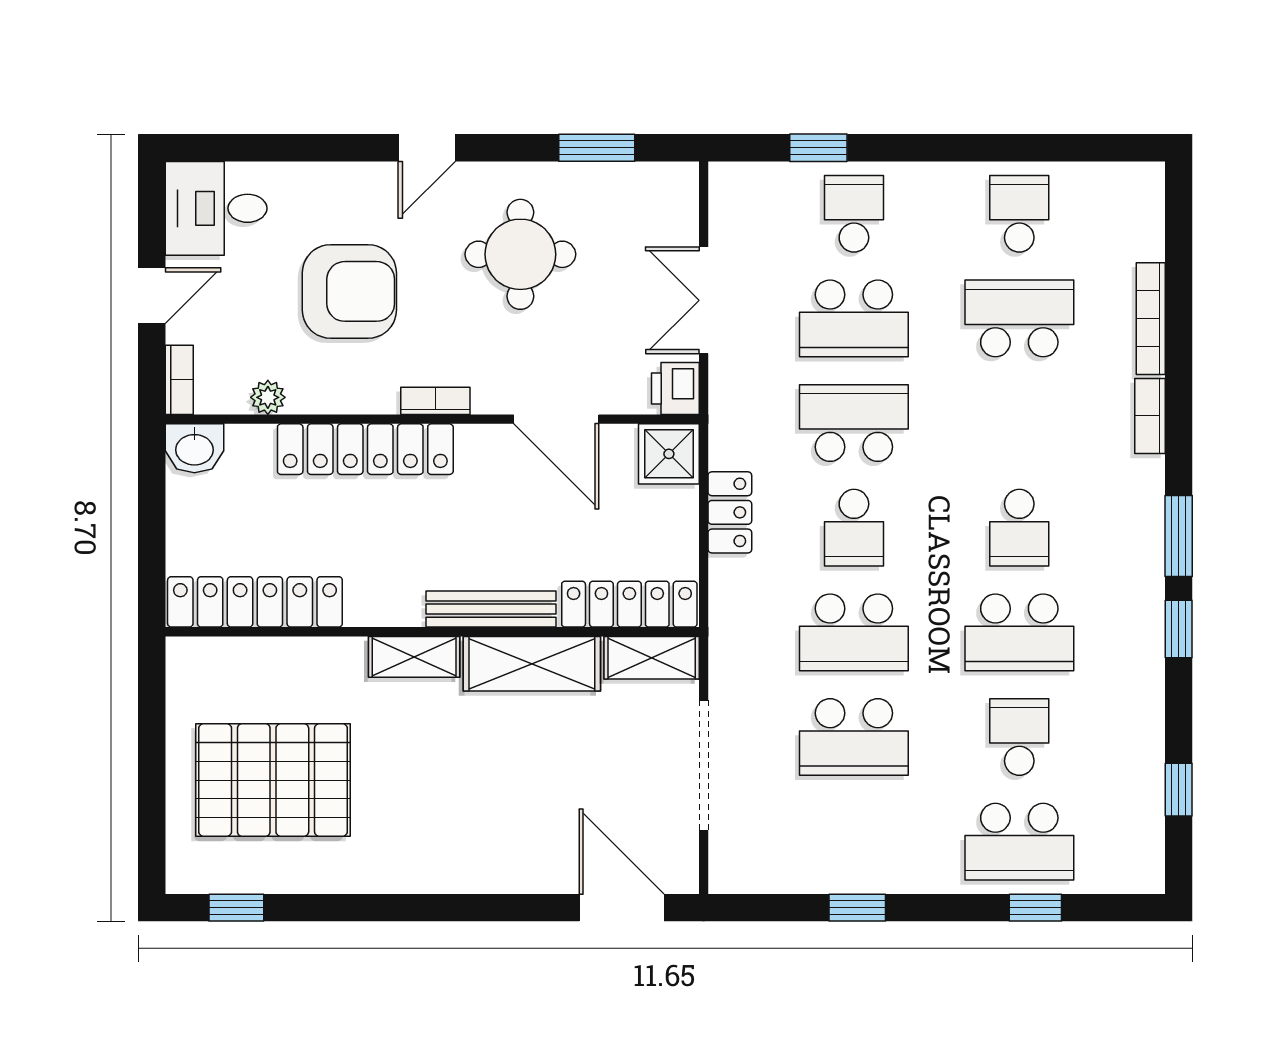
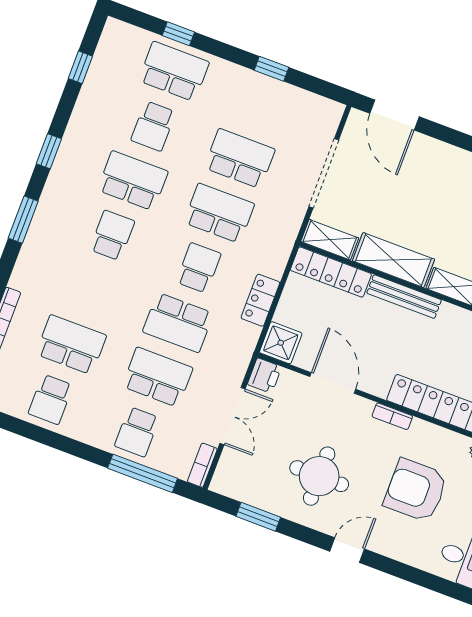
window: (818, 148) -> (143, 473), width x2.17
school desk: (1019, 318) -> (71, 345), turned 180
bookcase: (1150, 416) -> (202, 465), moved, turned 180
window: (1179, 536) -> (23, 220), moved

